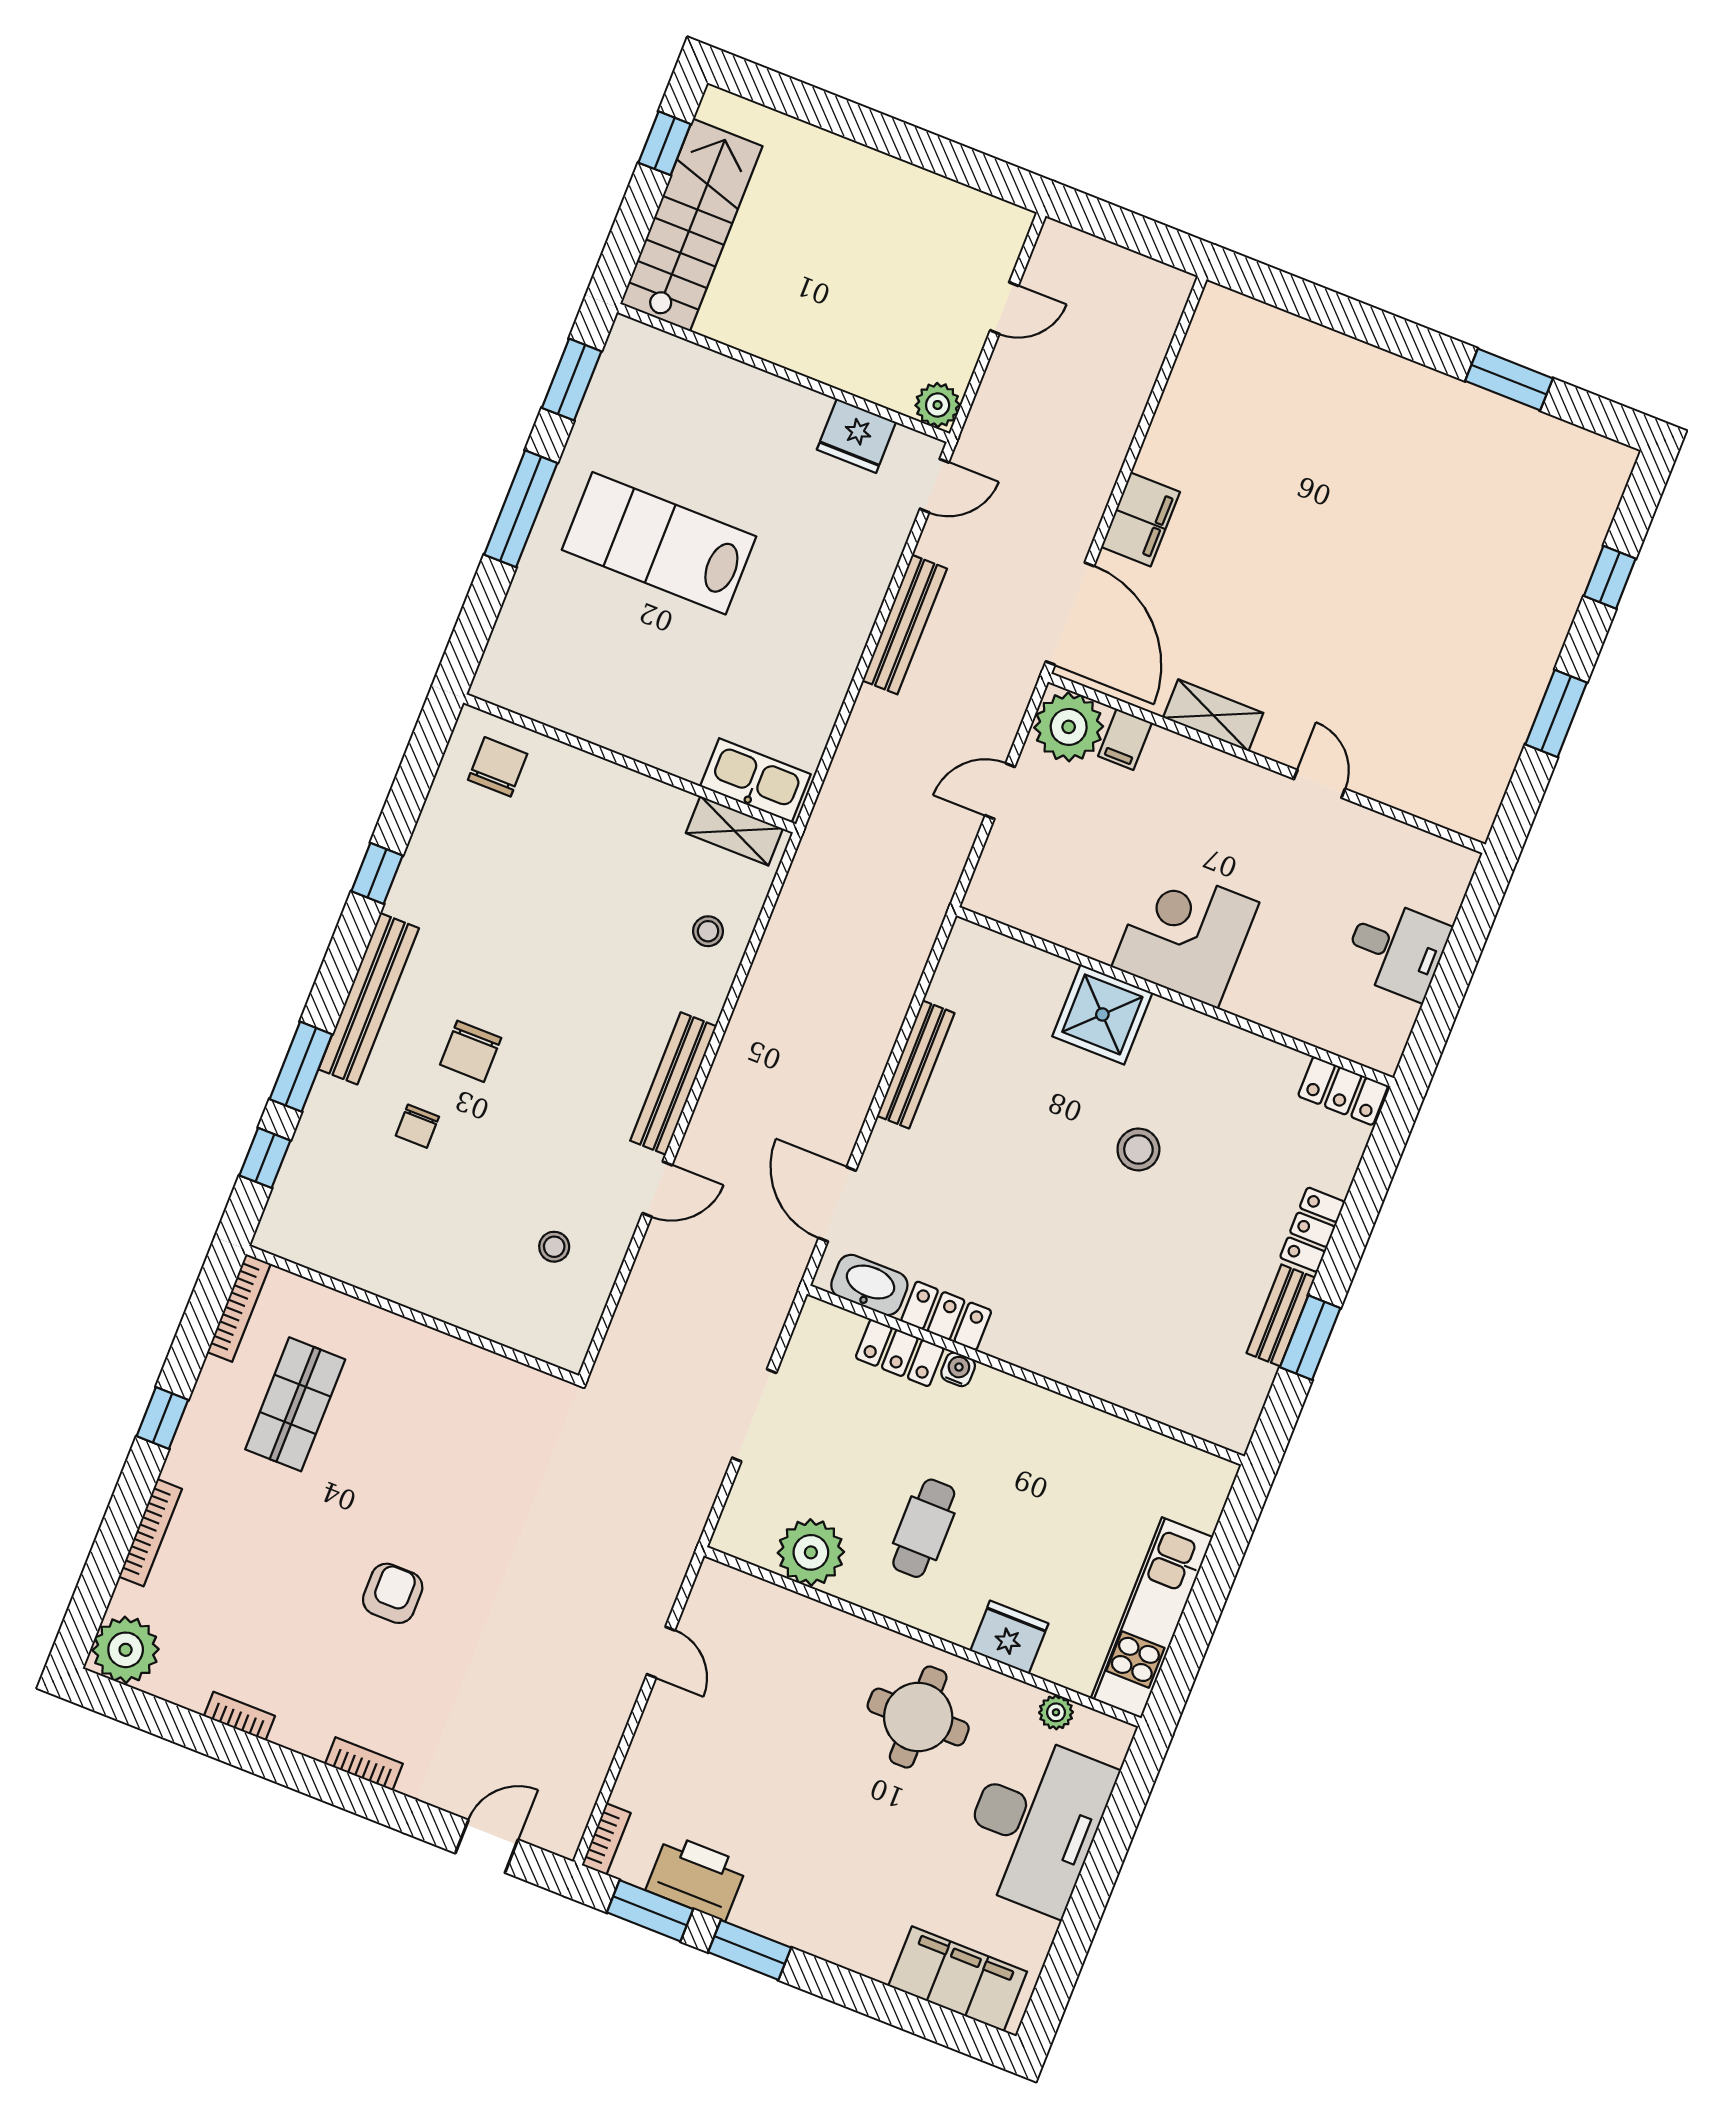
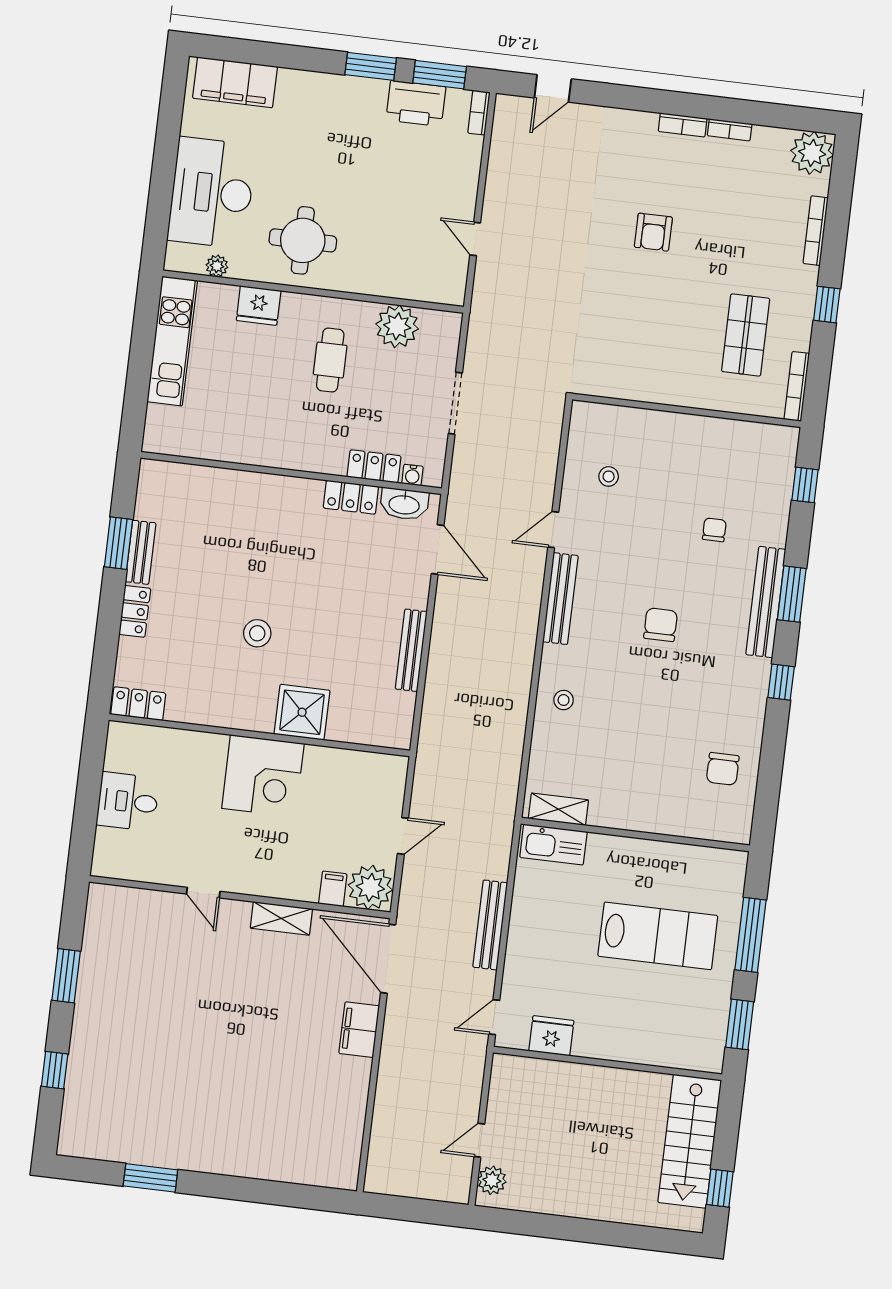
plant: (938, 405) -> (492, 1180), moved
wall: (630, 763) -> (635, 835), moved
kitchen sink: (755, 780) -> (553, 844), moved
shelving: (734, 831) -> (558, 809), moved
chair: (471, 1051) -> (661, 625), moved
window: (301, 1067) -> (792, 594), moved
water cooler: (958, 1369) -> (412, 475), moved
bookcase: (364, 1764) -> (683, 125), moved

